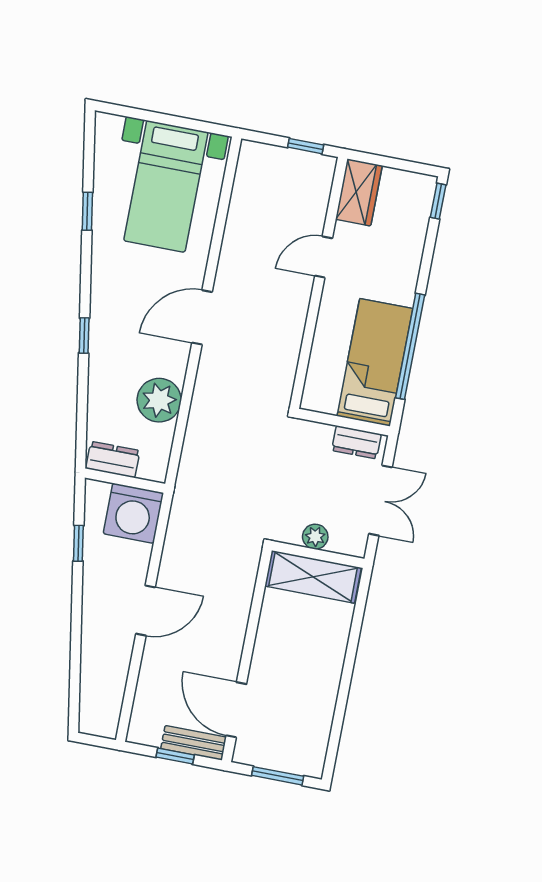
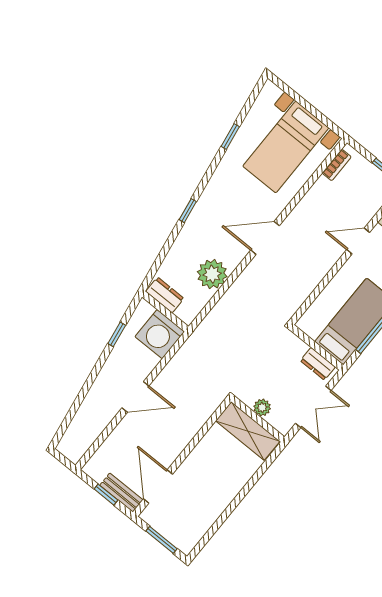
bookcase: (243, 174) -> (337, 165), added

